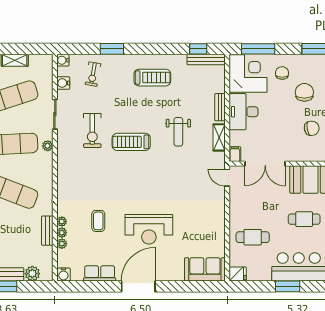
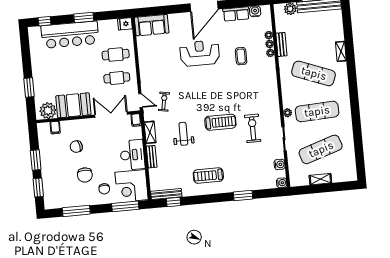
exercise bike: (93, 74) -> (164, 102), moved
cafe table: (304, 219) -> (117, 78), moved
water cooler: (63, 274) -> (255, 11), moved

